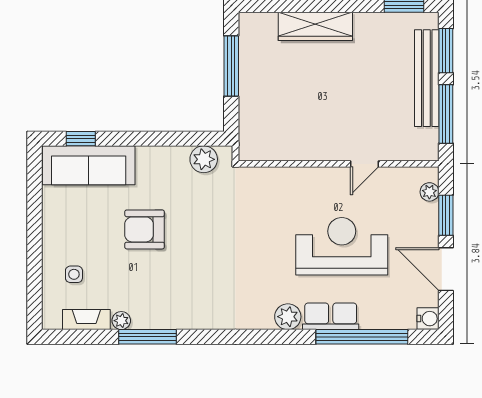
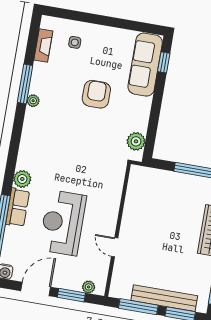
reception desk: (342, 246) -> (63, 223), turned 180
plant: (121, 321) -> (33, 101), moved

